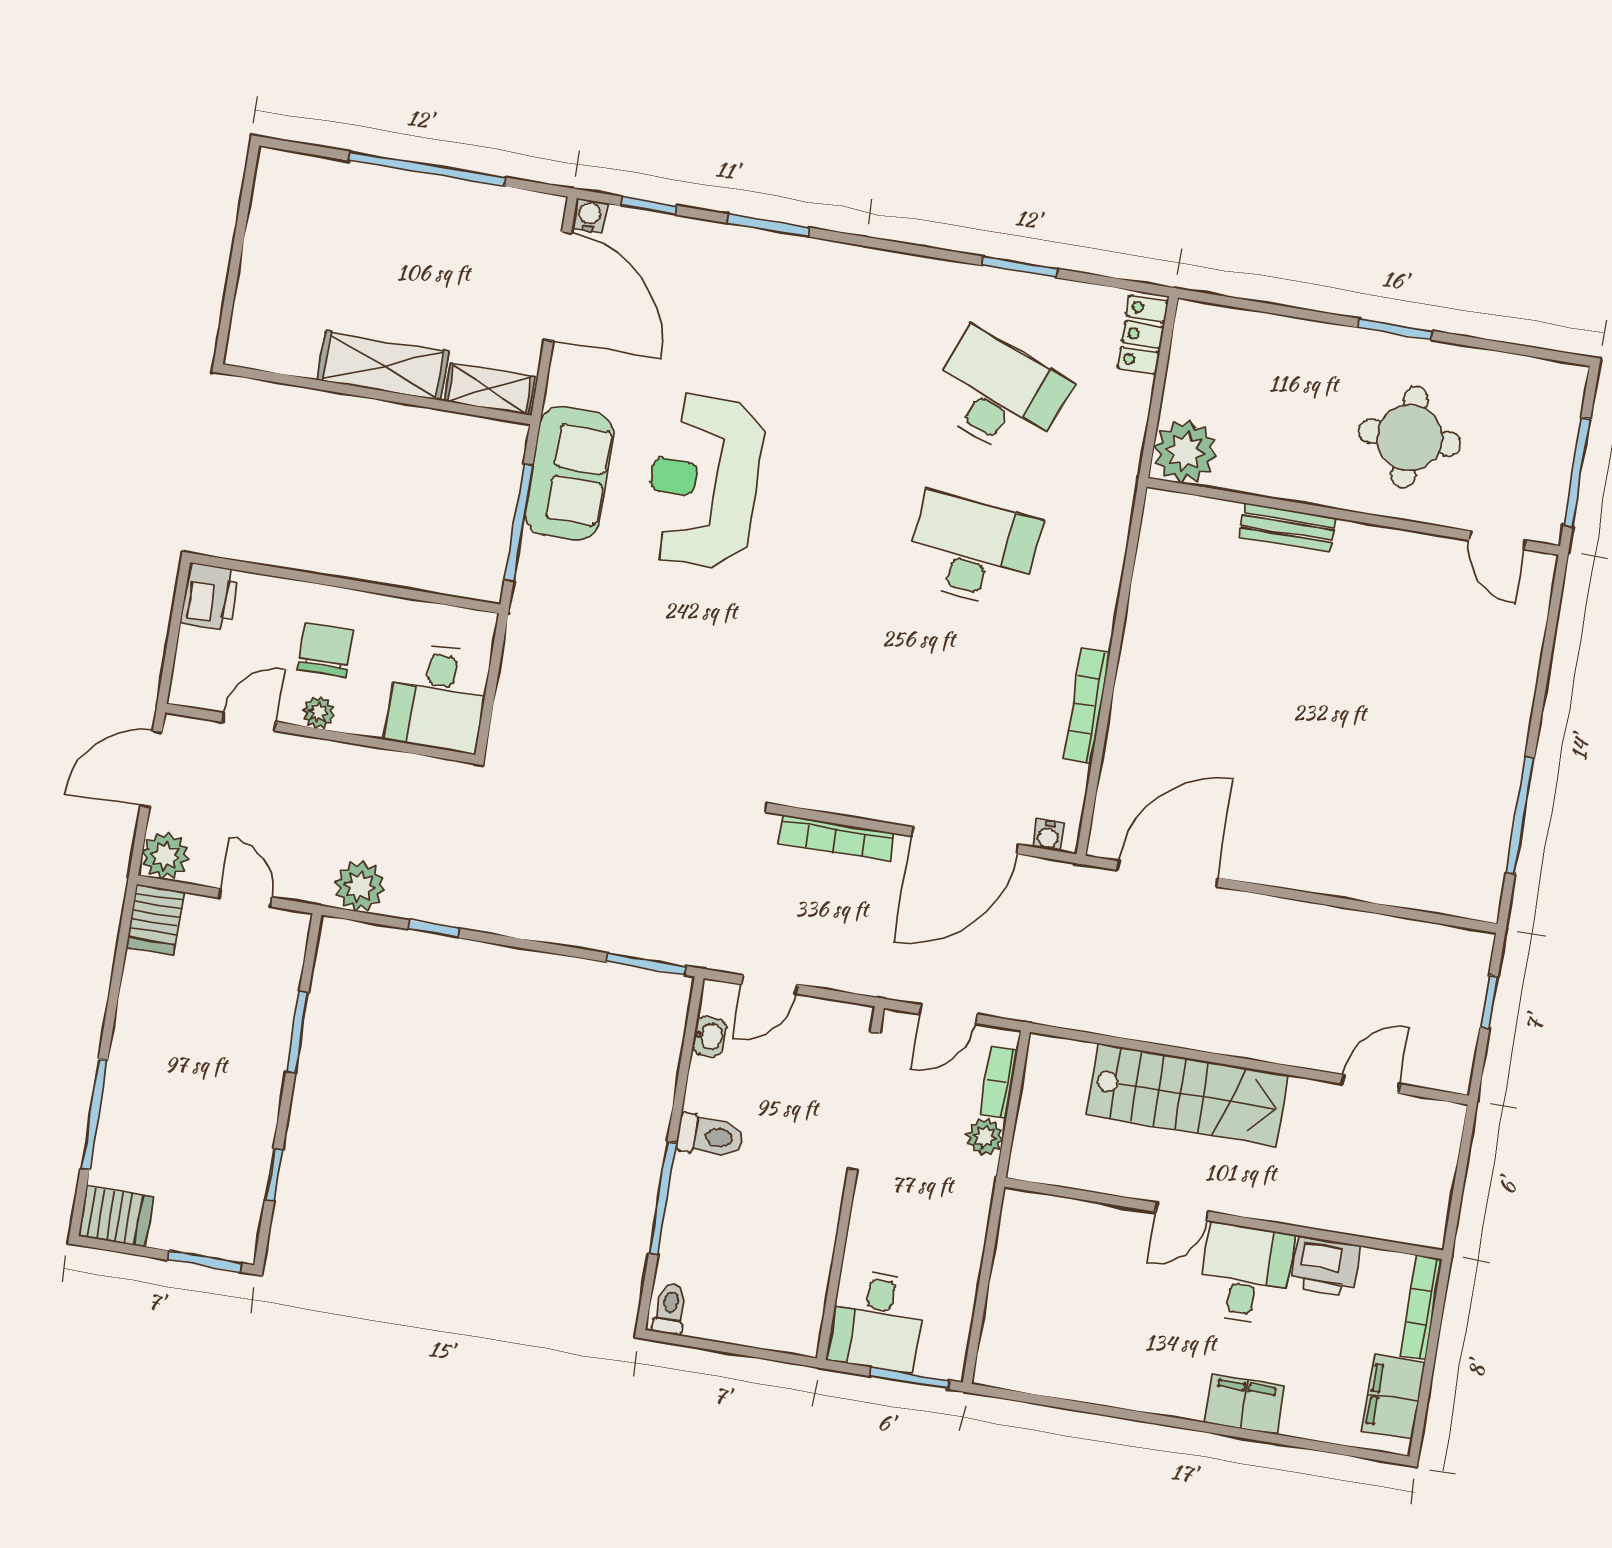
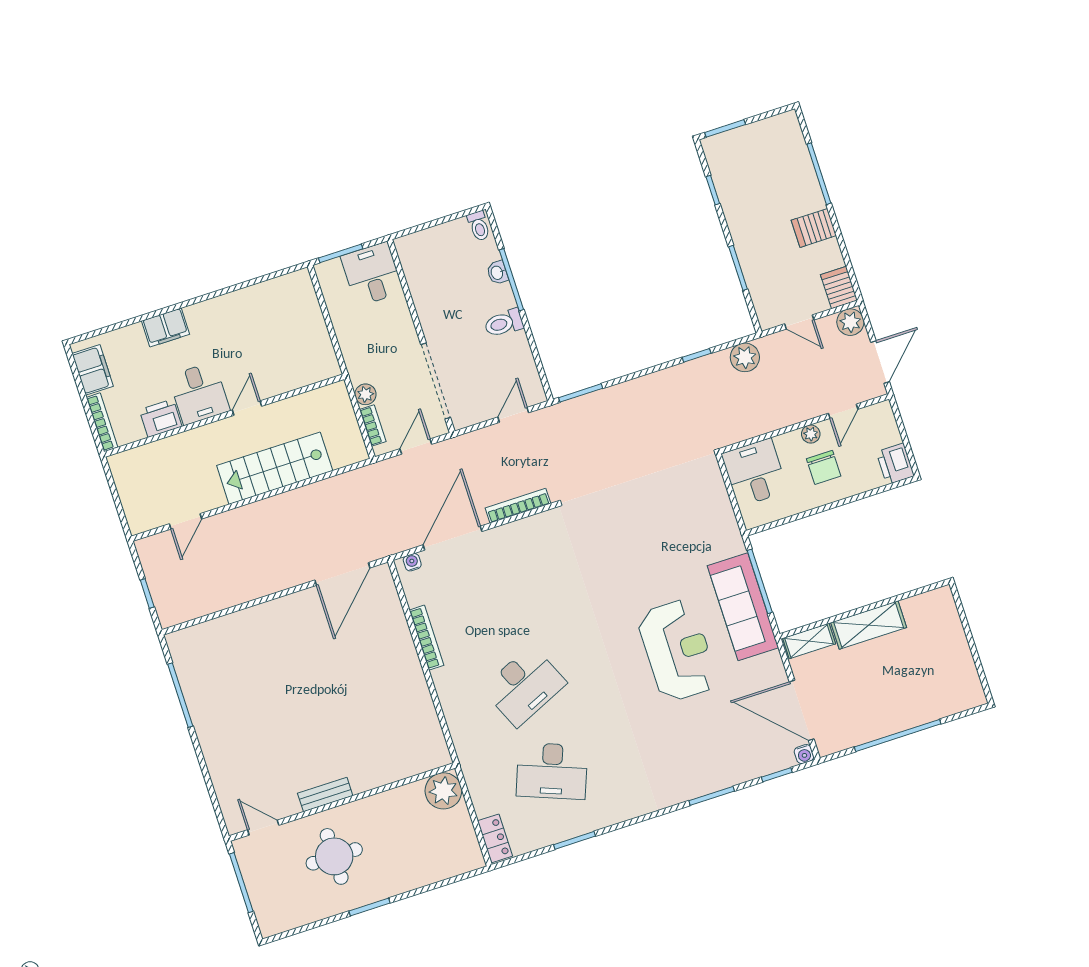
sofa: (569, 473) -> (743, 607), width x1.36
bench: (1288, 528) -> (325, 794), moved
desk: (973, 550) -> (524, 686), turned -30
washbasin: (709, 1036) -> (497, 273), moved
server rack: (116, 1217) -> (814, 228), moved

